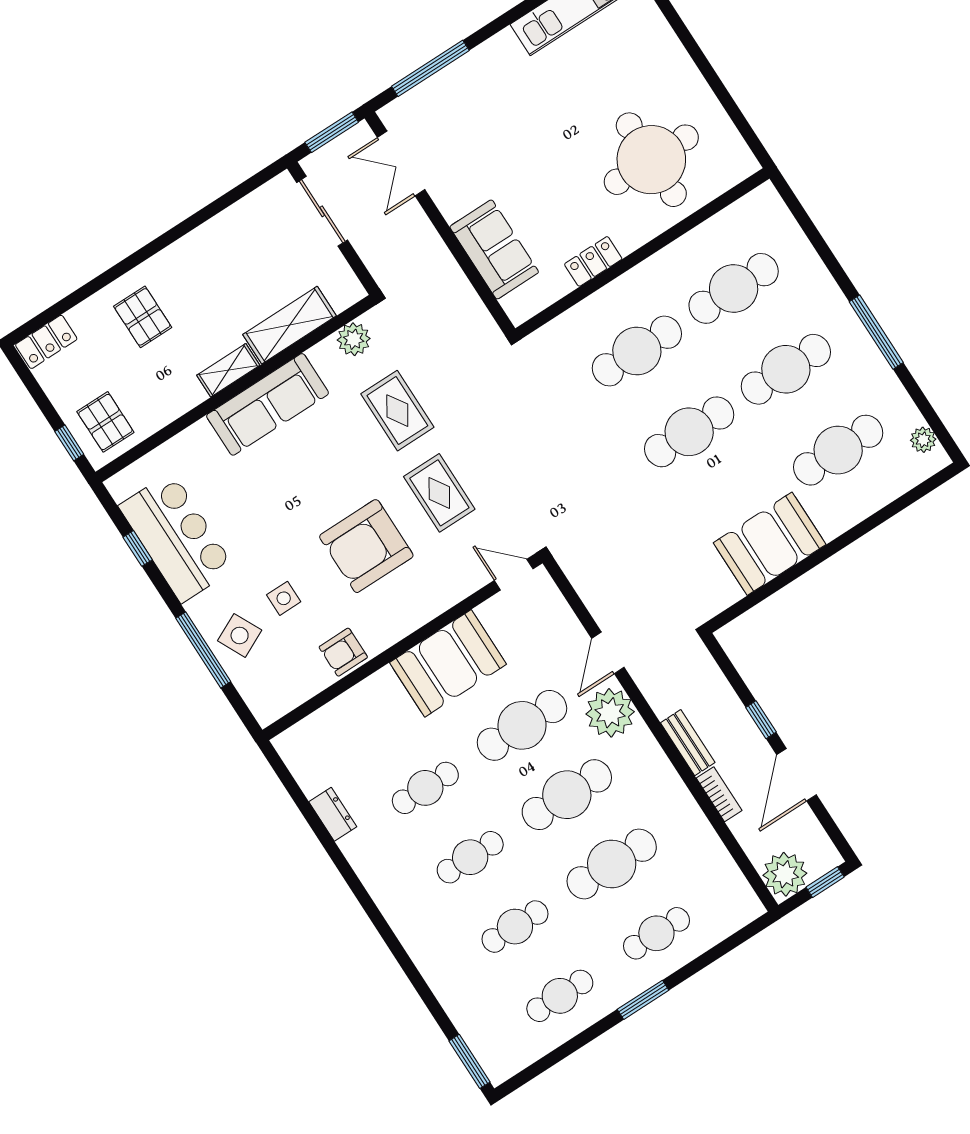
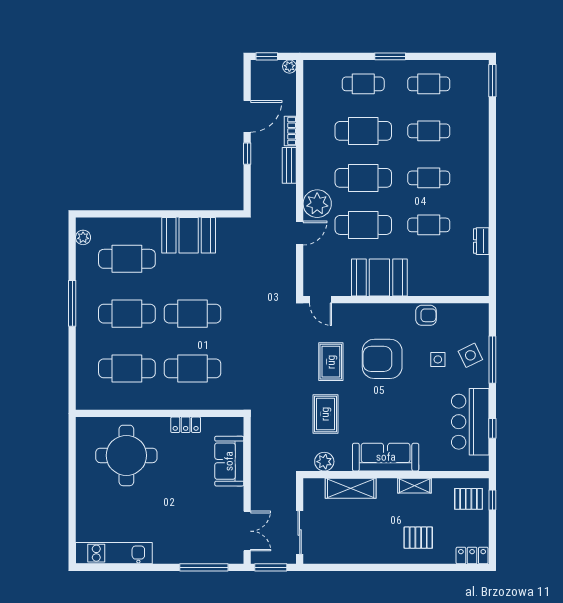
pallet: (143, 317) -> (418, 538), turned 90
shelving: (228, 370) -> (415, 486), moved
pallet: (105, 422) -> (469, 499), turned 90
armchair: (366, 546) -> (382, 359), turned 180
plant: (785, 874) -> (289, 67), width x0.53, depth x0.53

